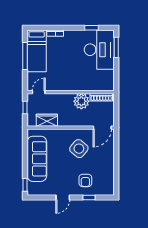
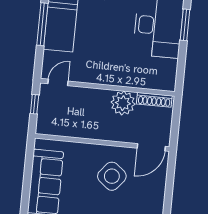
wardrobe: (47, 120) -> (67, 127), removed

